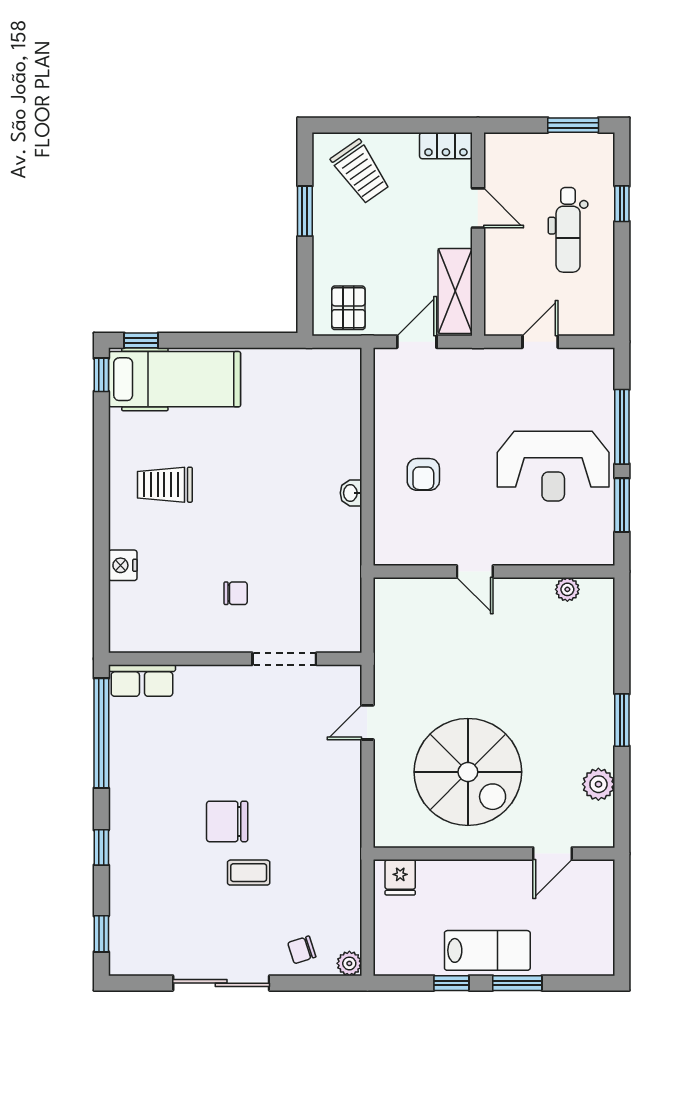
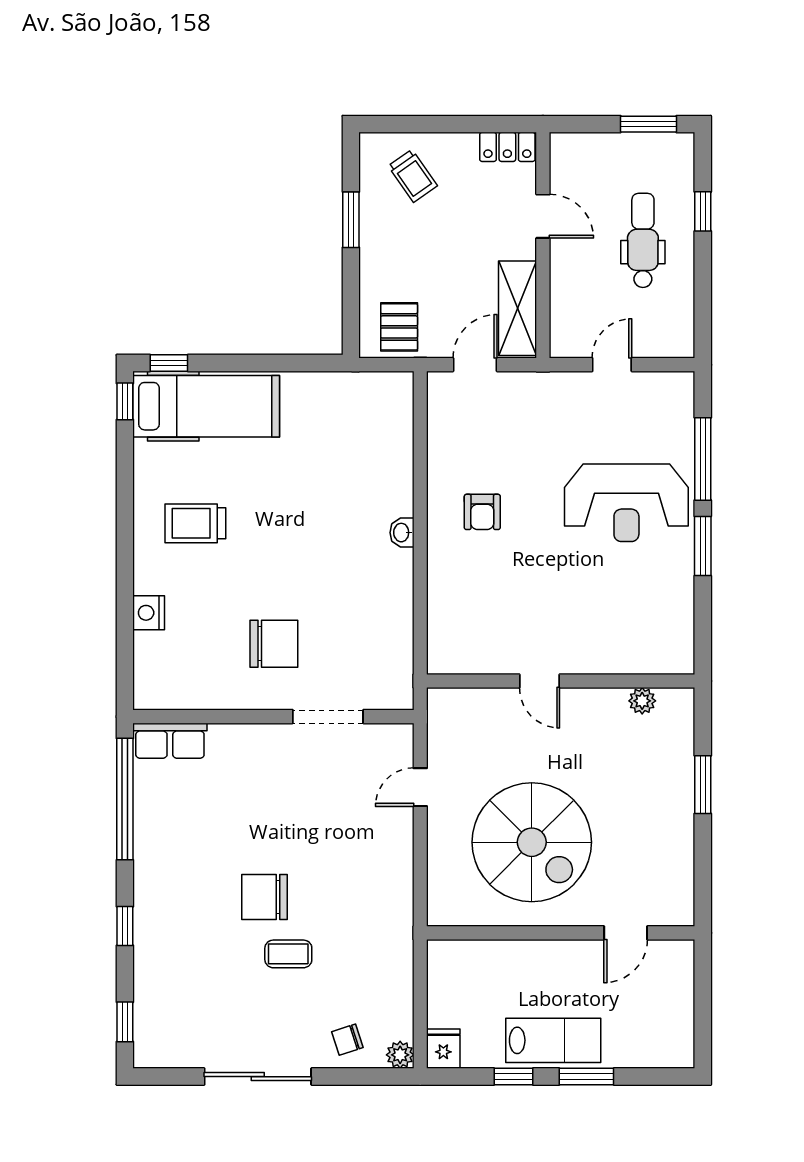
trolley: (361, 172) -> (413, 176), width x0.73, depth x0.72
dental chair: (568, 230) -> (643, 240), turned 180
door: (475, 572) -> (539, 681), moved
wall: (494, 572) -> (561, 681), moved
plant: (567, 589) -> (642, 701), moved
chair: (236, 593) -> (274, 644), width x1.87, depth x1.87
plant: (598, 784) -> (677, 856), removed
fridge: (400, 877) -> (443, 1049), moved, turned 180

